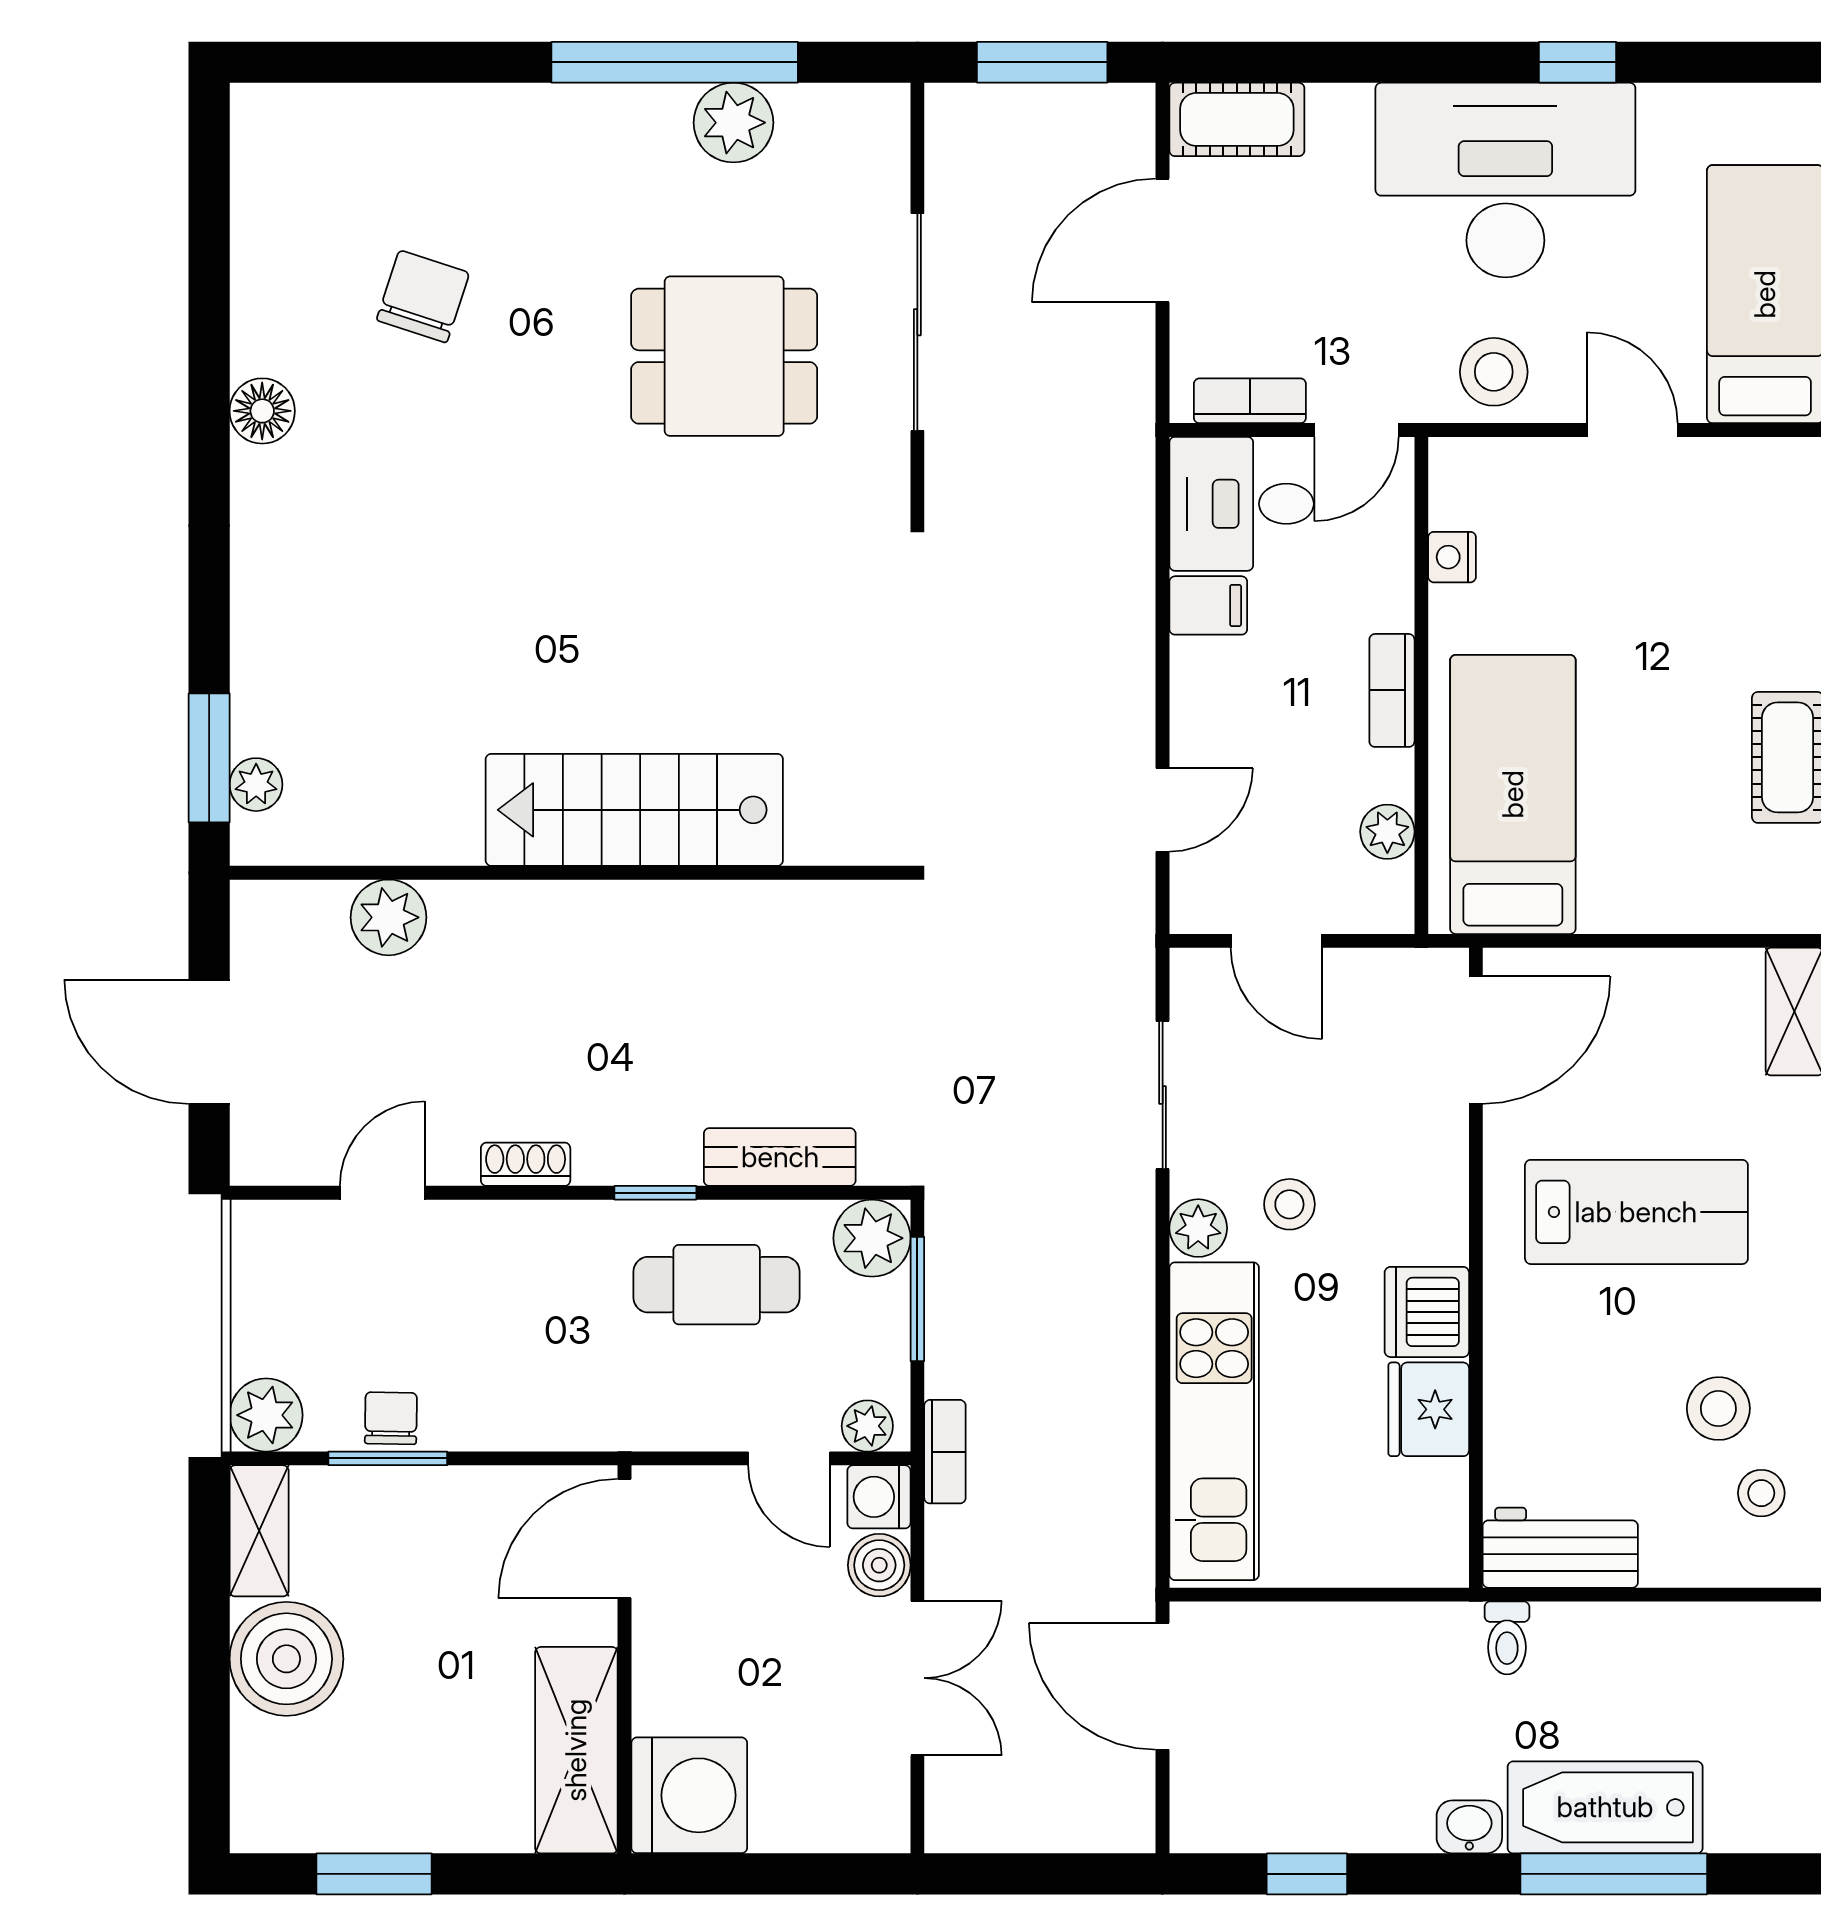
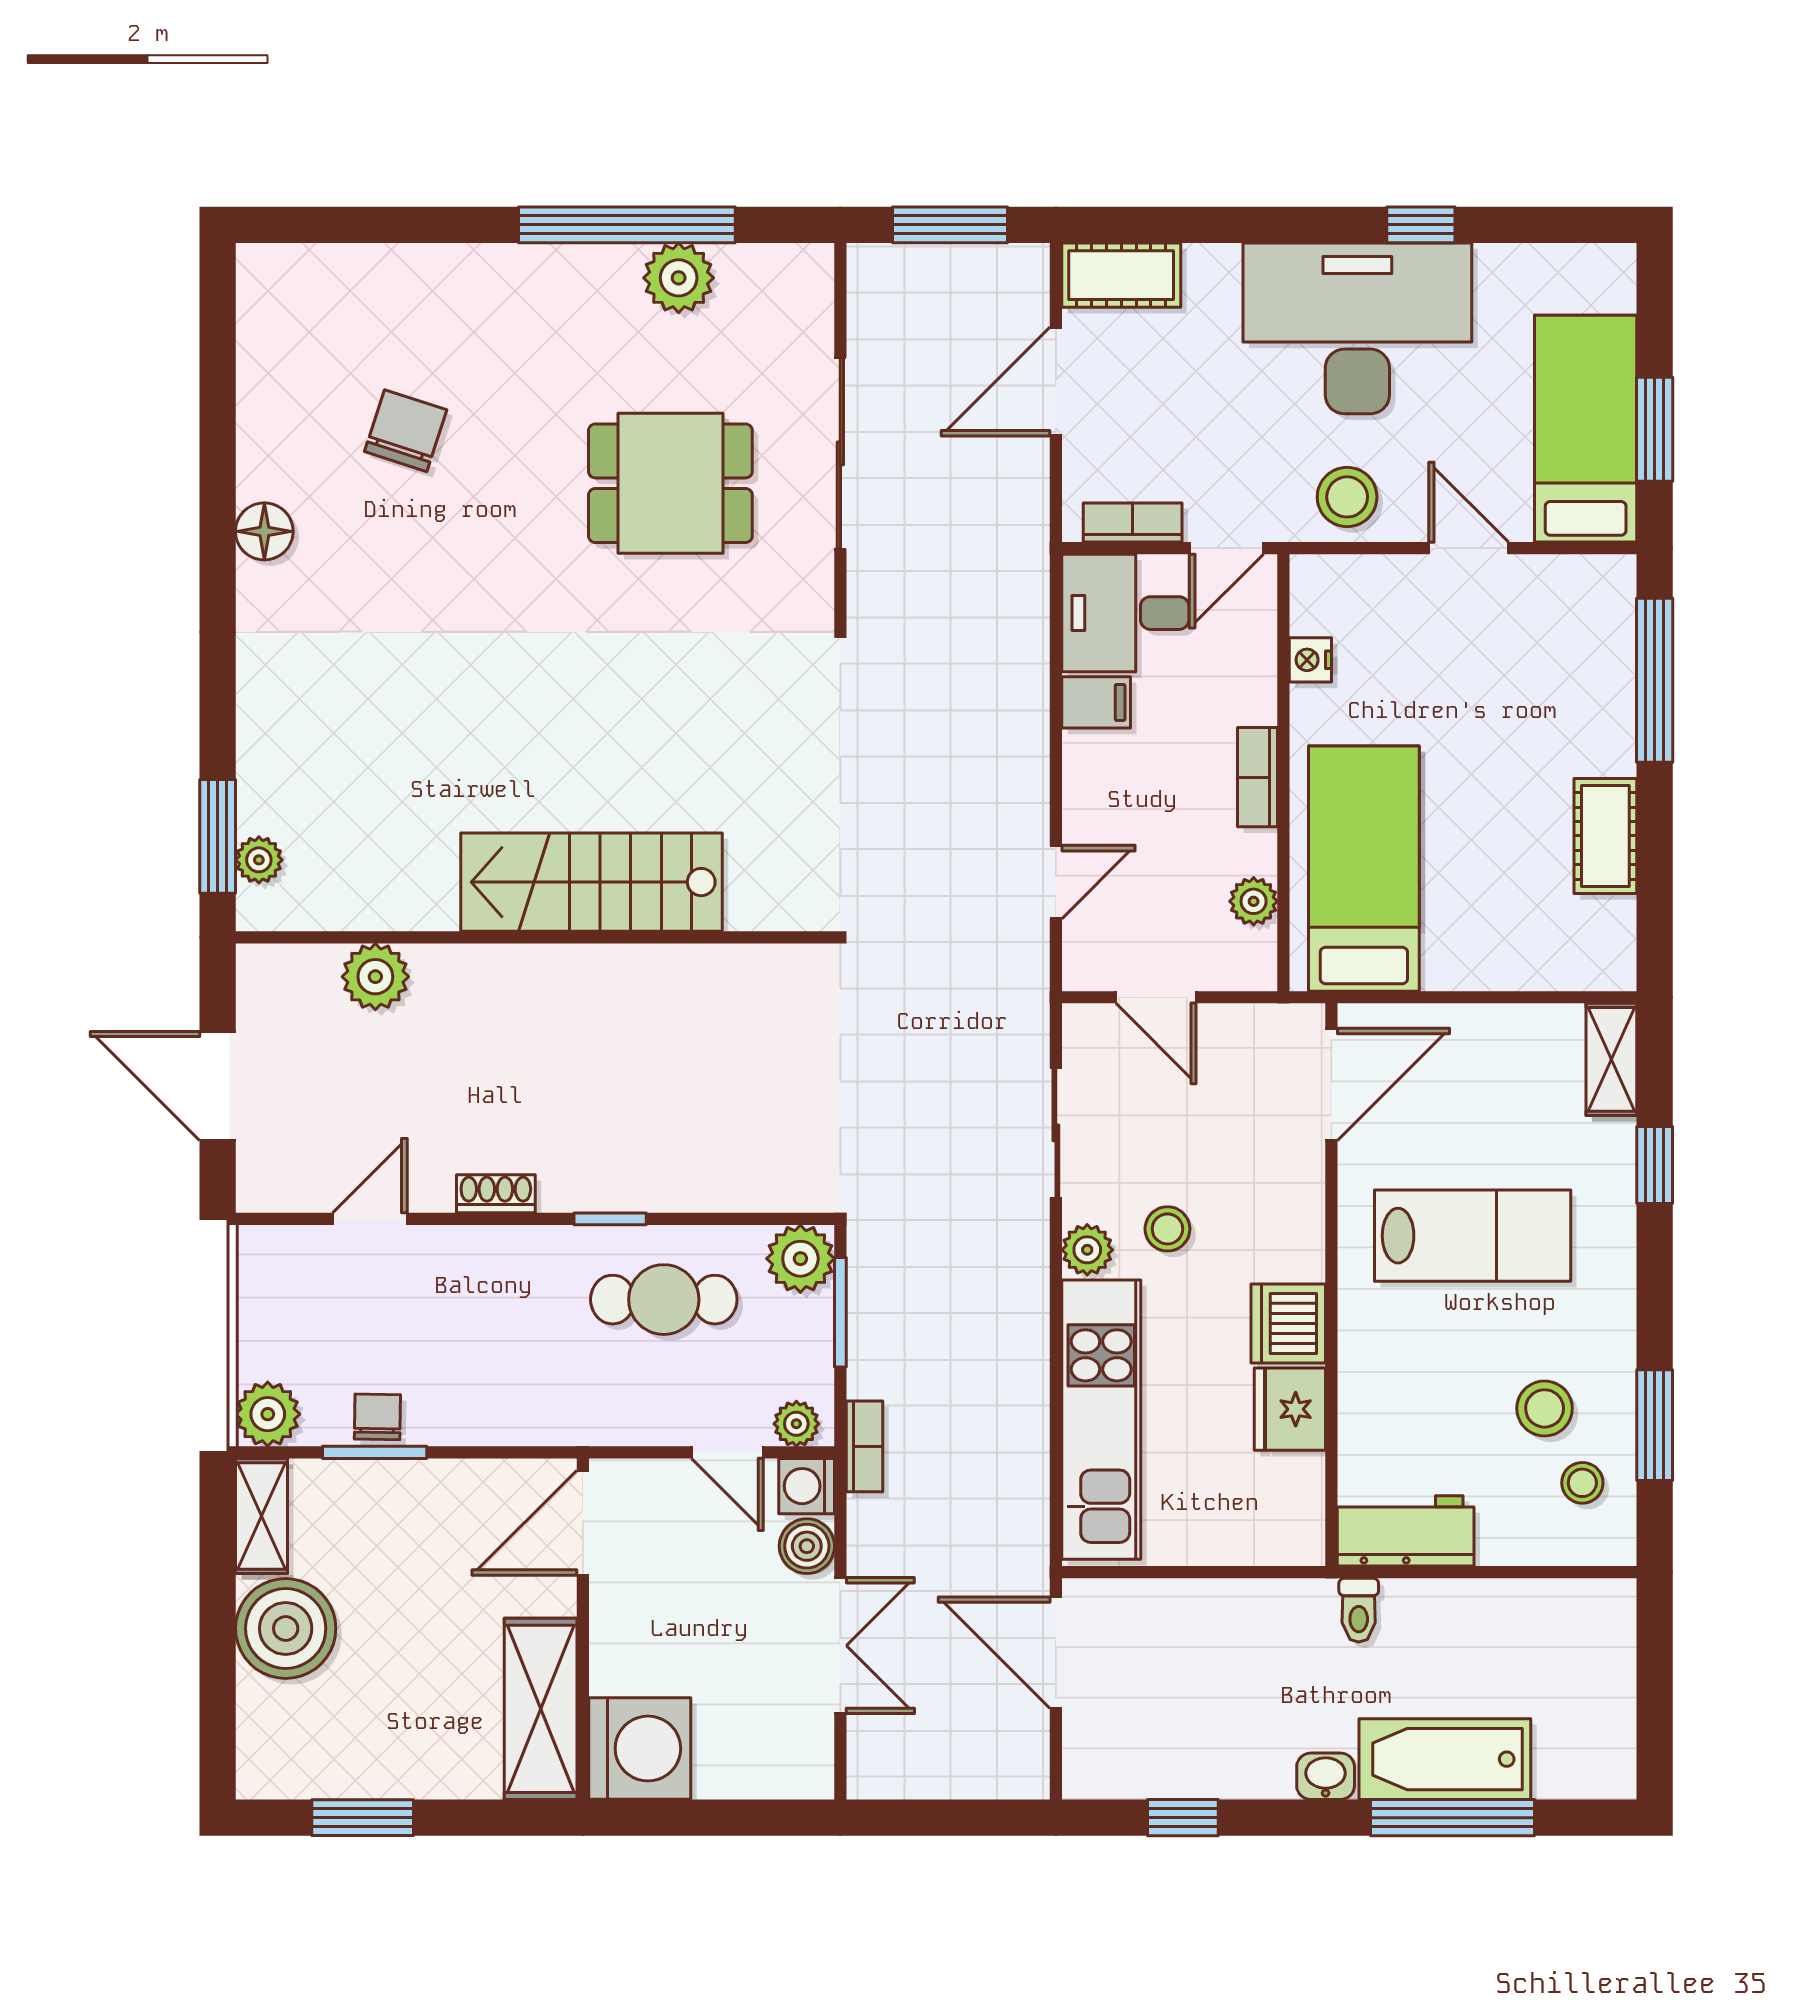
bench: (780, 1157) -> (719, 1187), removed

